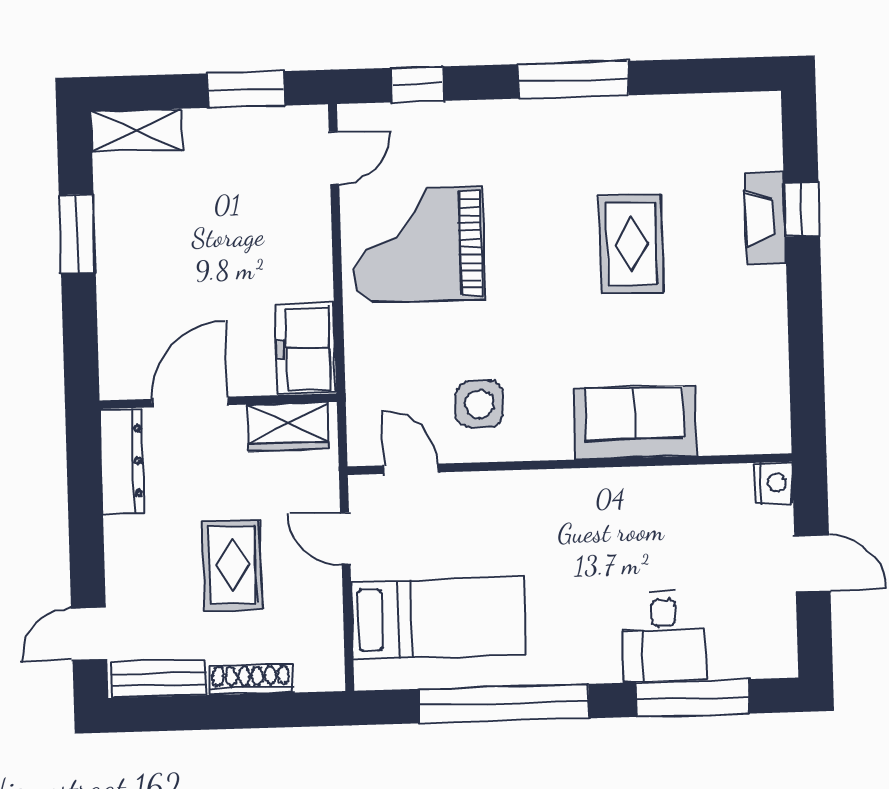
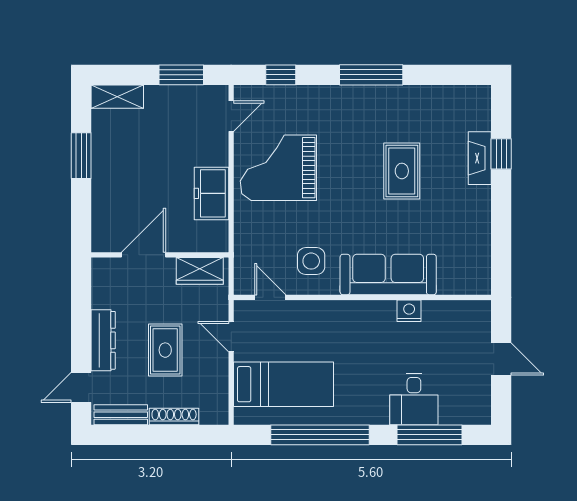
freezer: (306, 349) -> (212, 193), moved
sofa: (635, 423) -> (388, 274), width x1.36
dresser: (122, 461) -> (103, 340), moved
nightstand: (774, 483) -> (409, 311), moved, turned -90

